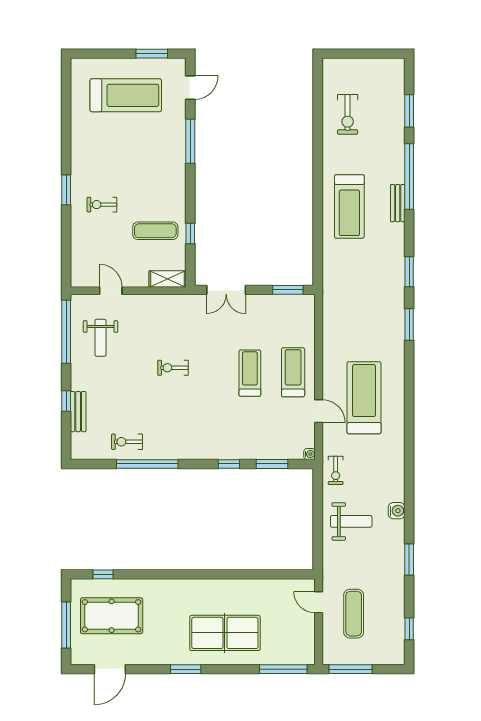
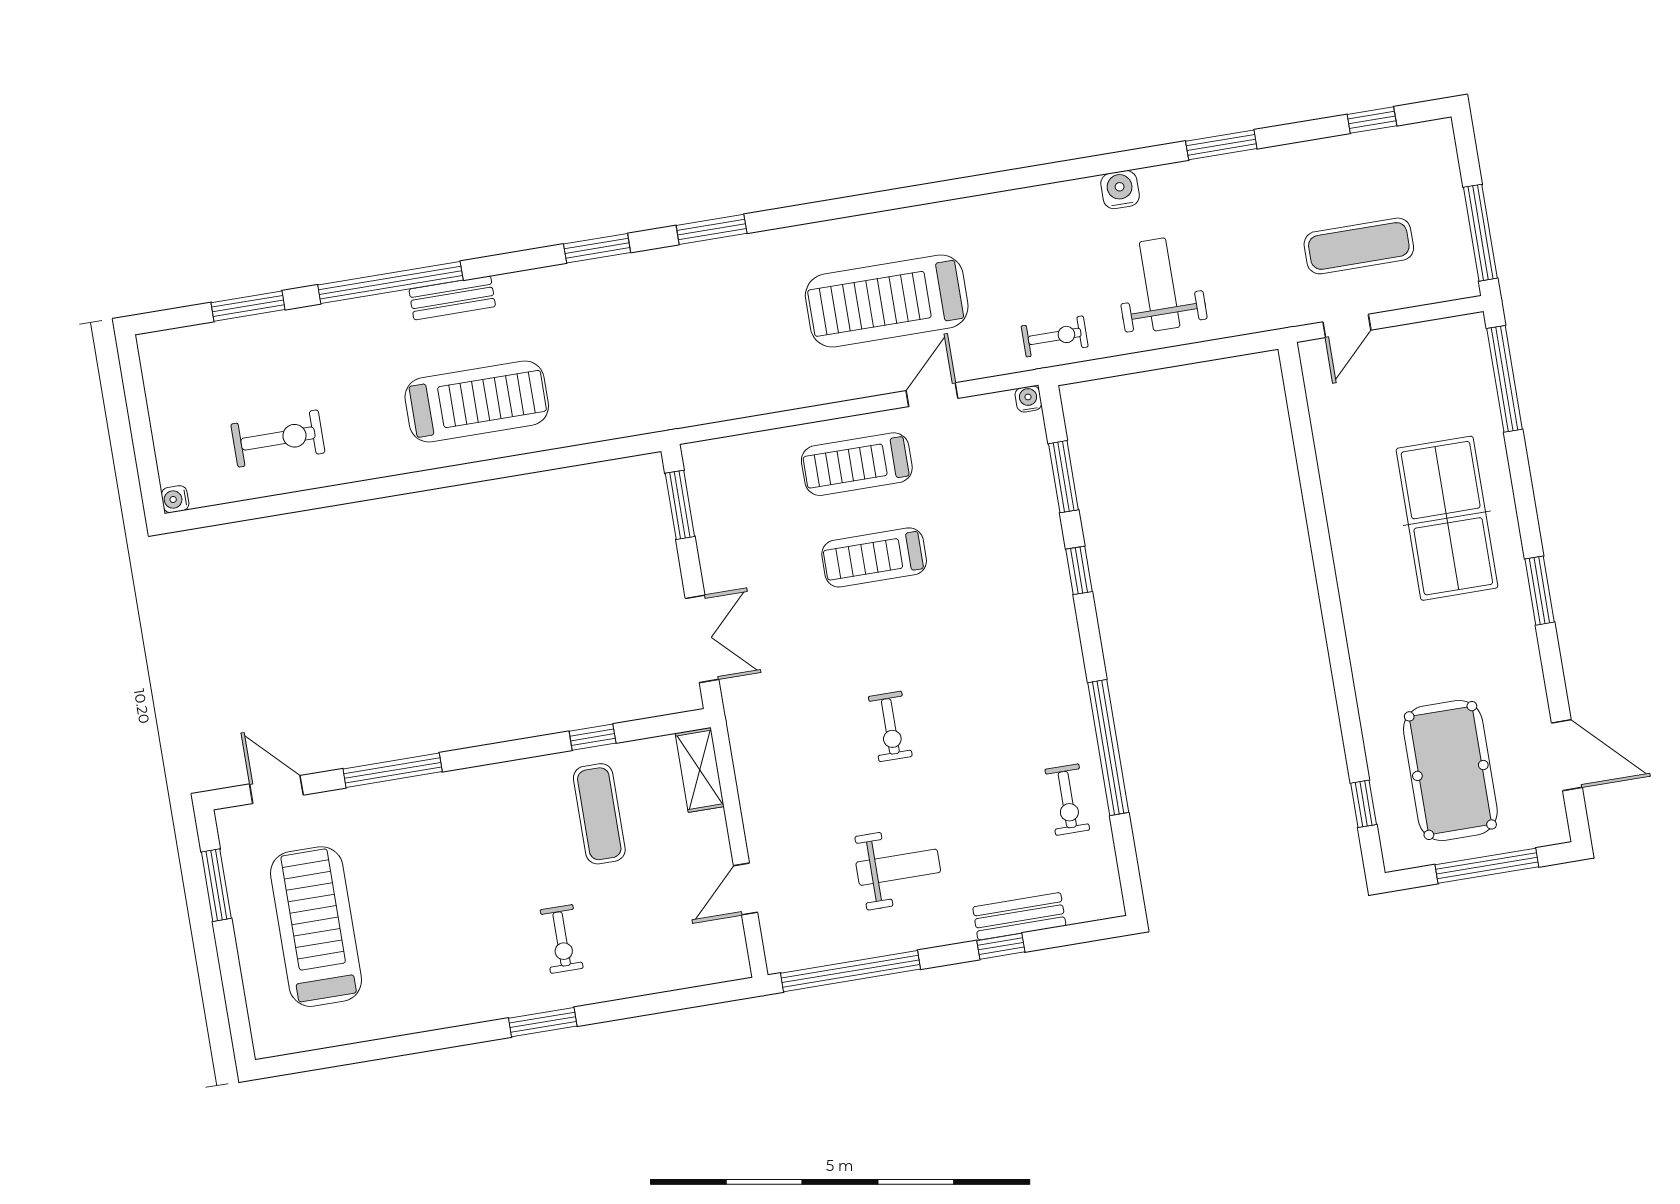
water cooler: (328, 64) -> (175, 499), added
weight bench: (100, 338) -> (898, 867), moved

